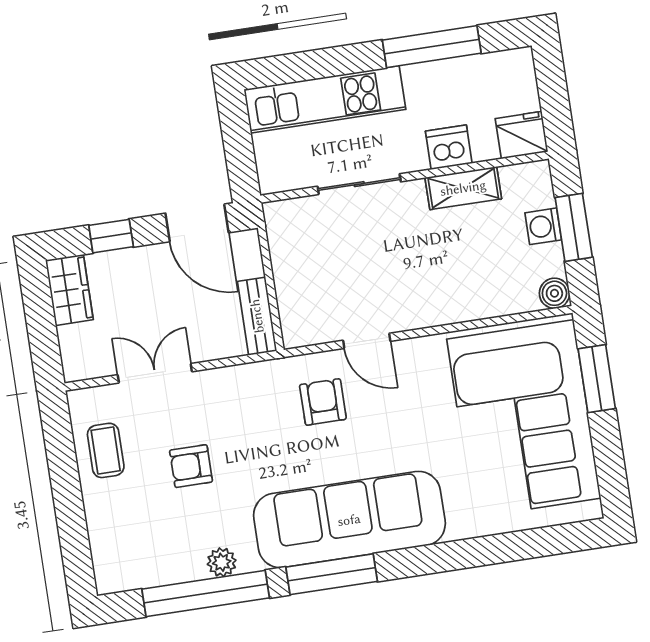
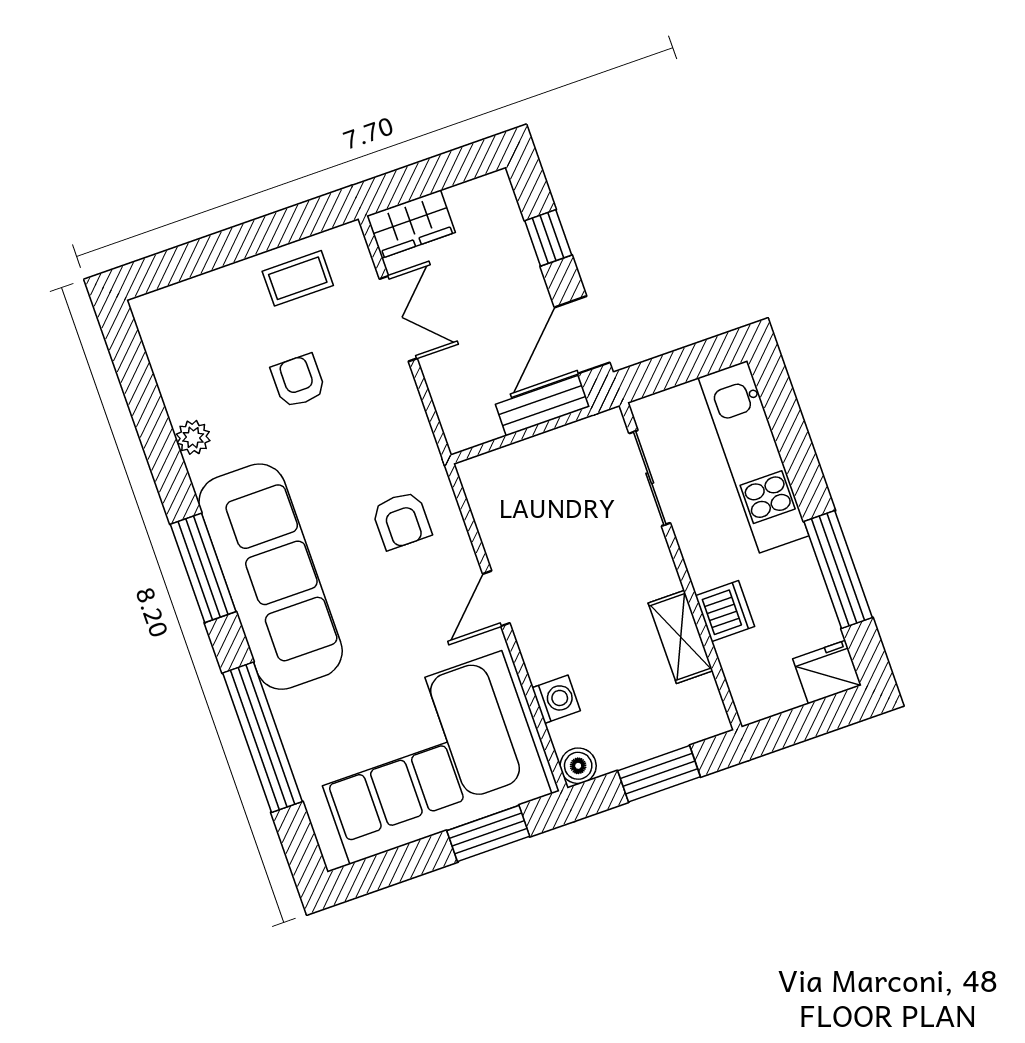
fridge: (522, 135) -> (827, 672), moved, turned -90
sliding door: (359, 184) -> (650, 478), moved
washing machine: (543, 226) -> (556, 699), moved, turned 90
wardrobe: (69, 290) -> (411, 224), moved
bench: (257, 316) -> (543, 405), moved
door: (367, 341) -> (496, 598), moved
armchair: (323, 402) -> (401, 520), turned 90
window: (206, 594) -> (262, 737), moved

